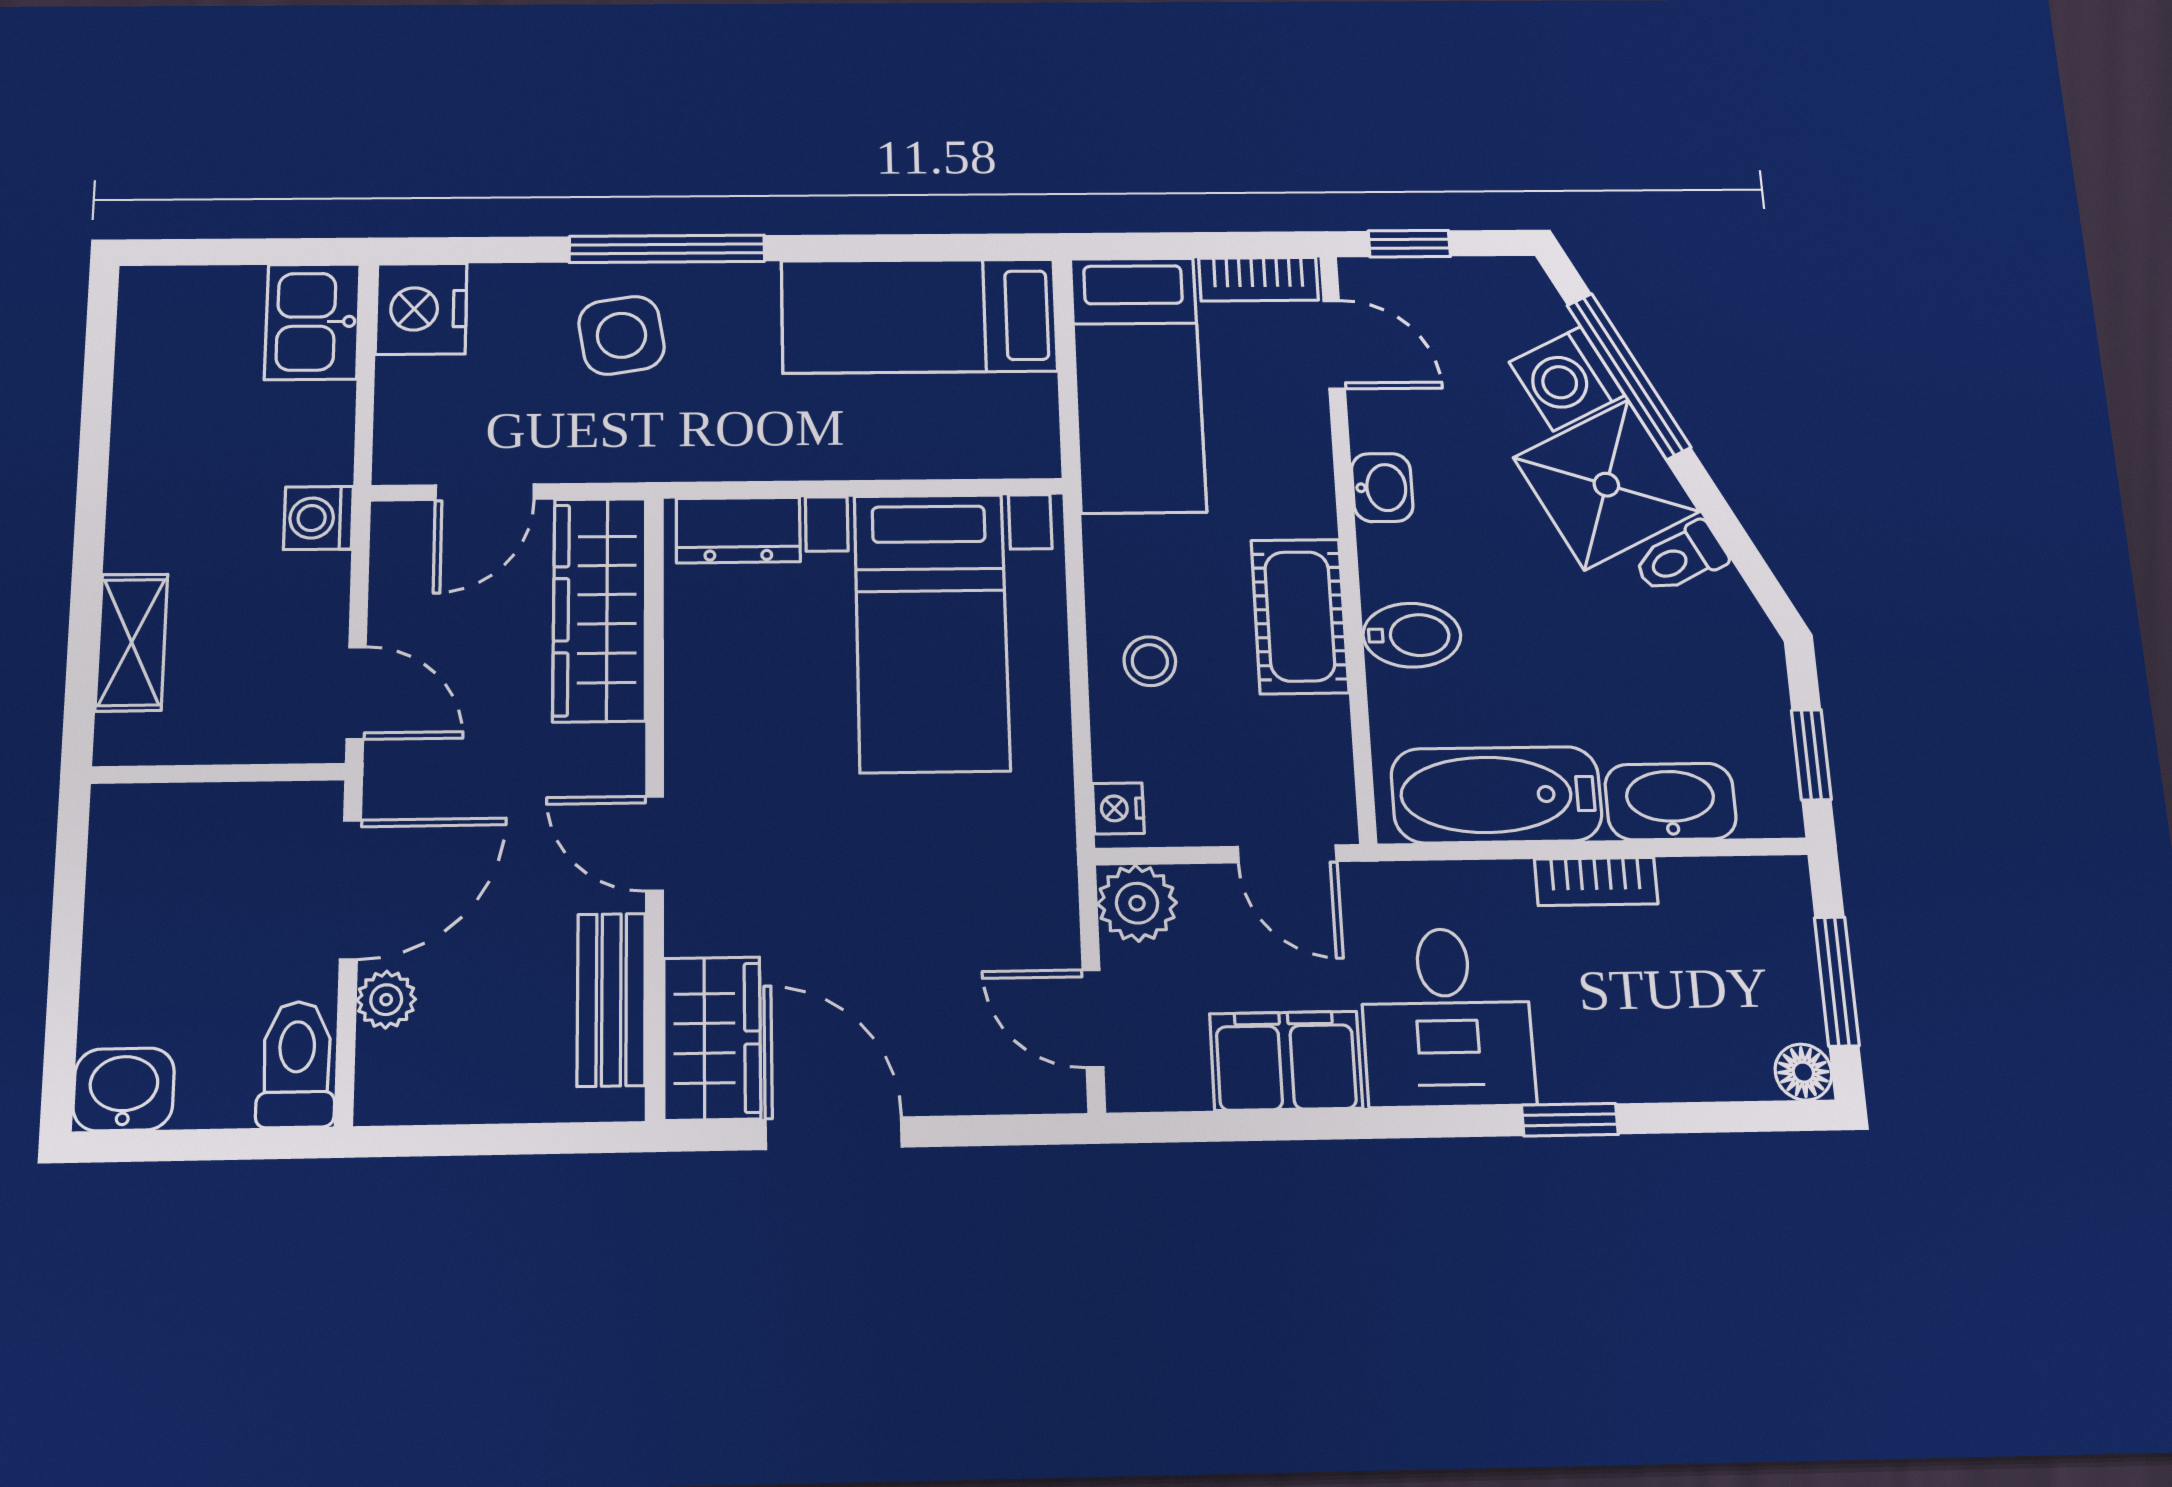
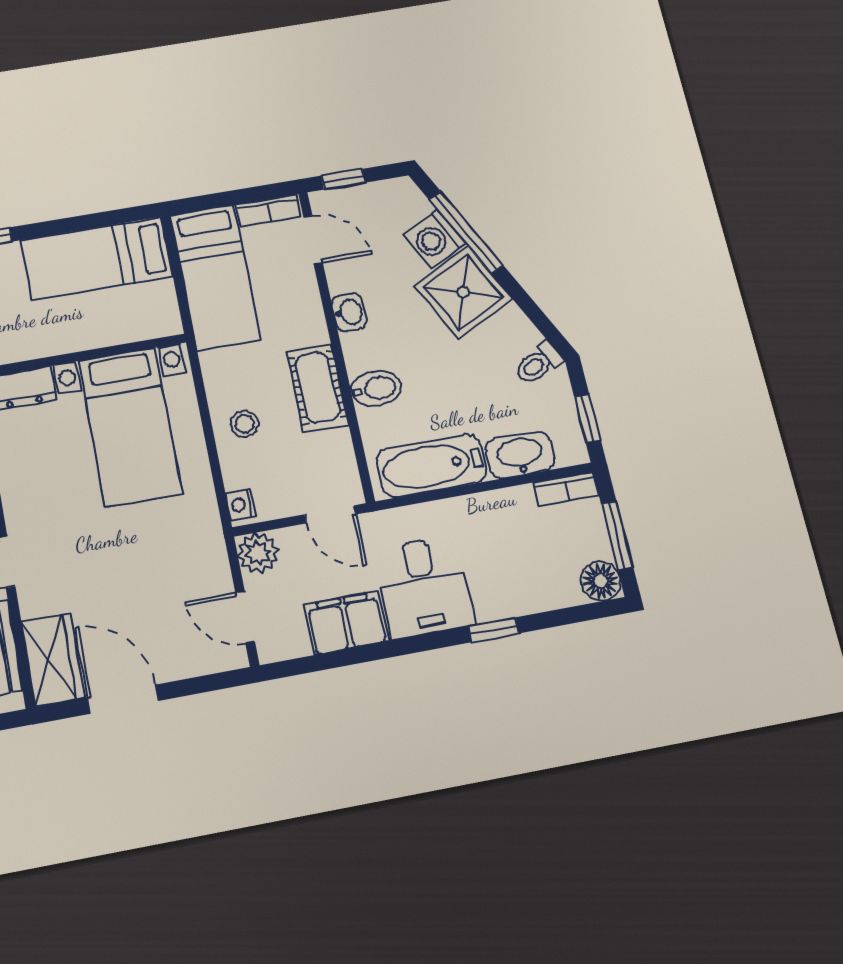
toilet: (1680, 558) -> (538, 364), moved
bookcase: (1596, 881) -> (566, 489), moved
floor lamp: (1803, 1072) -> (601, 581), width x1.37, depth x1.37

